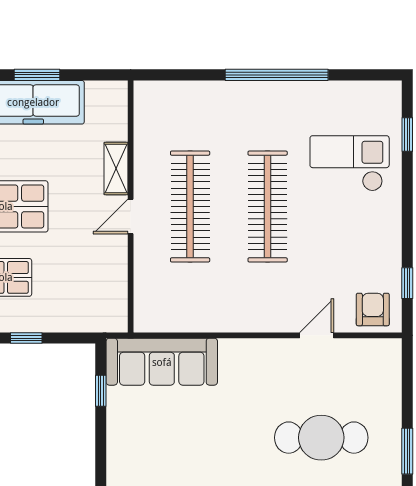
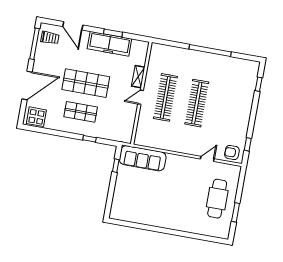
checkout: (350, 163) -> (233, 92), removed
armchair: (373, 309) -> (232, 152), turned -90
cafe table: (321, 438) -> (217, 199), moved, turned 90

